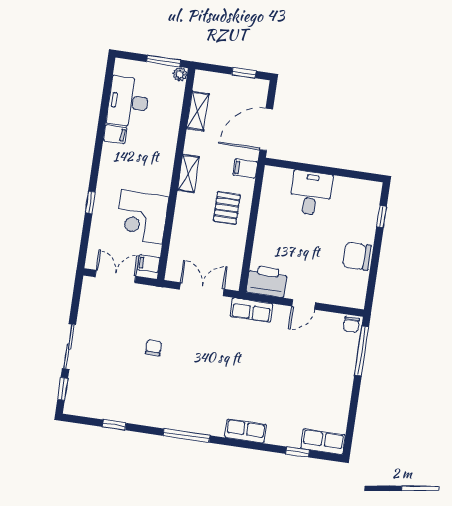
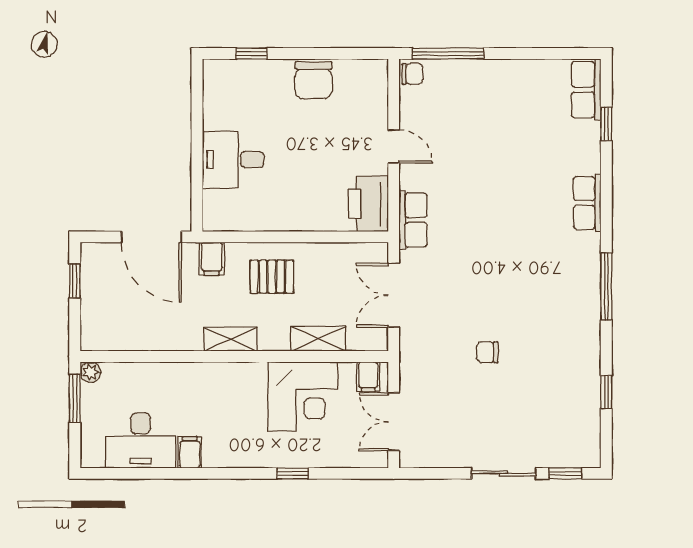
shelving: (198, 111) -> (318, 339), moved

